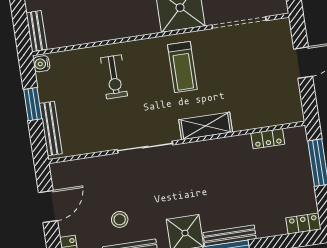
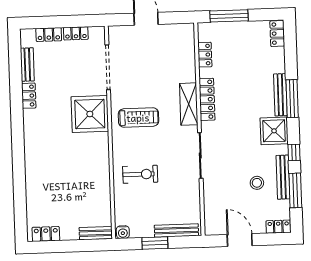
locker: (214, 147) -> (207, 99), added

